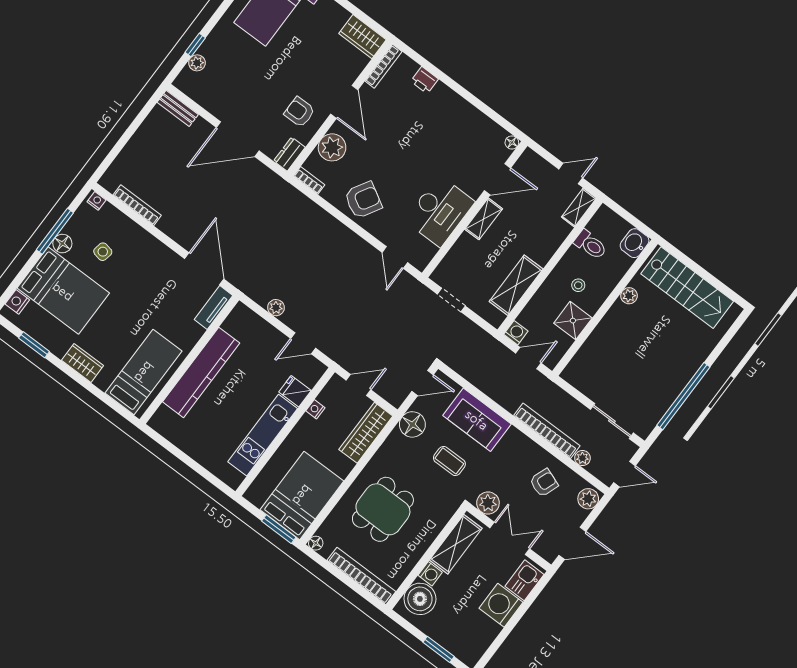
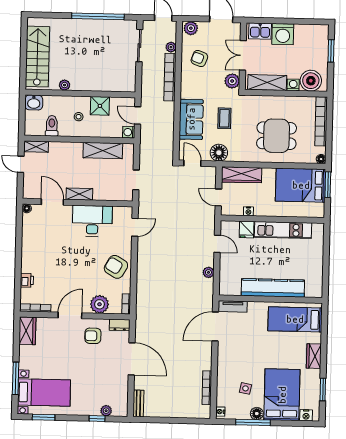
armchair: (299, 112) -> (93, 336), turned 90

